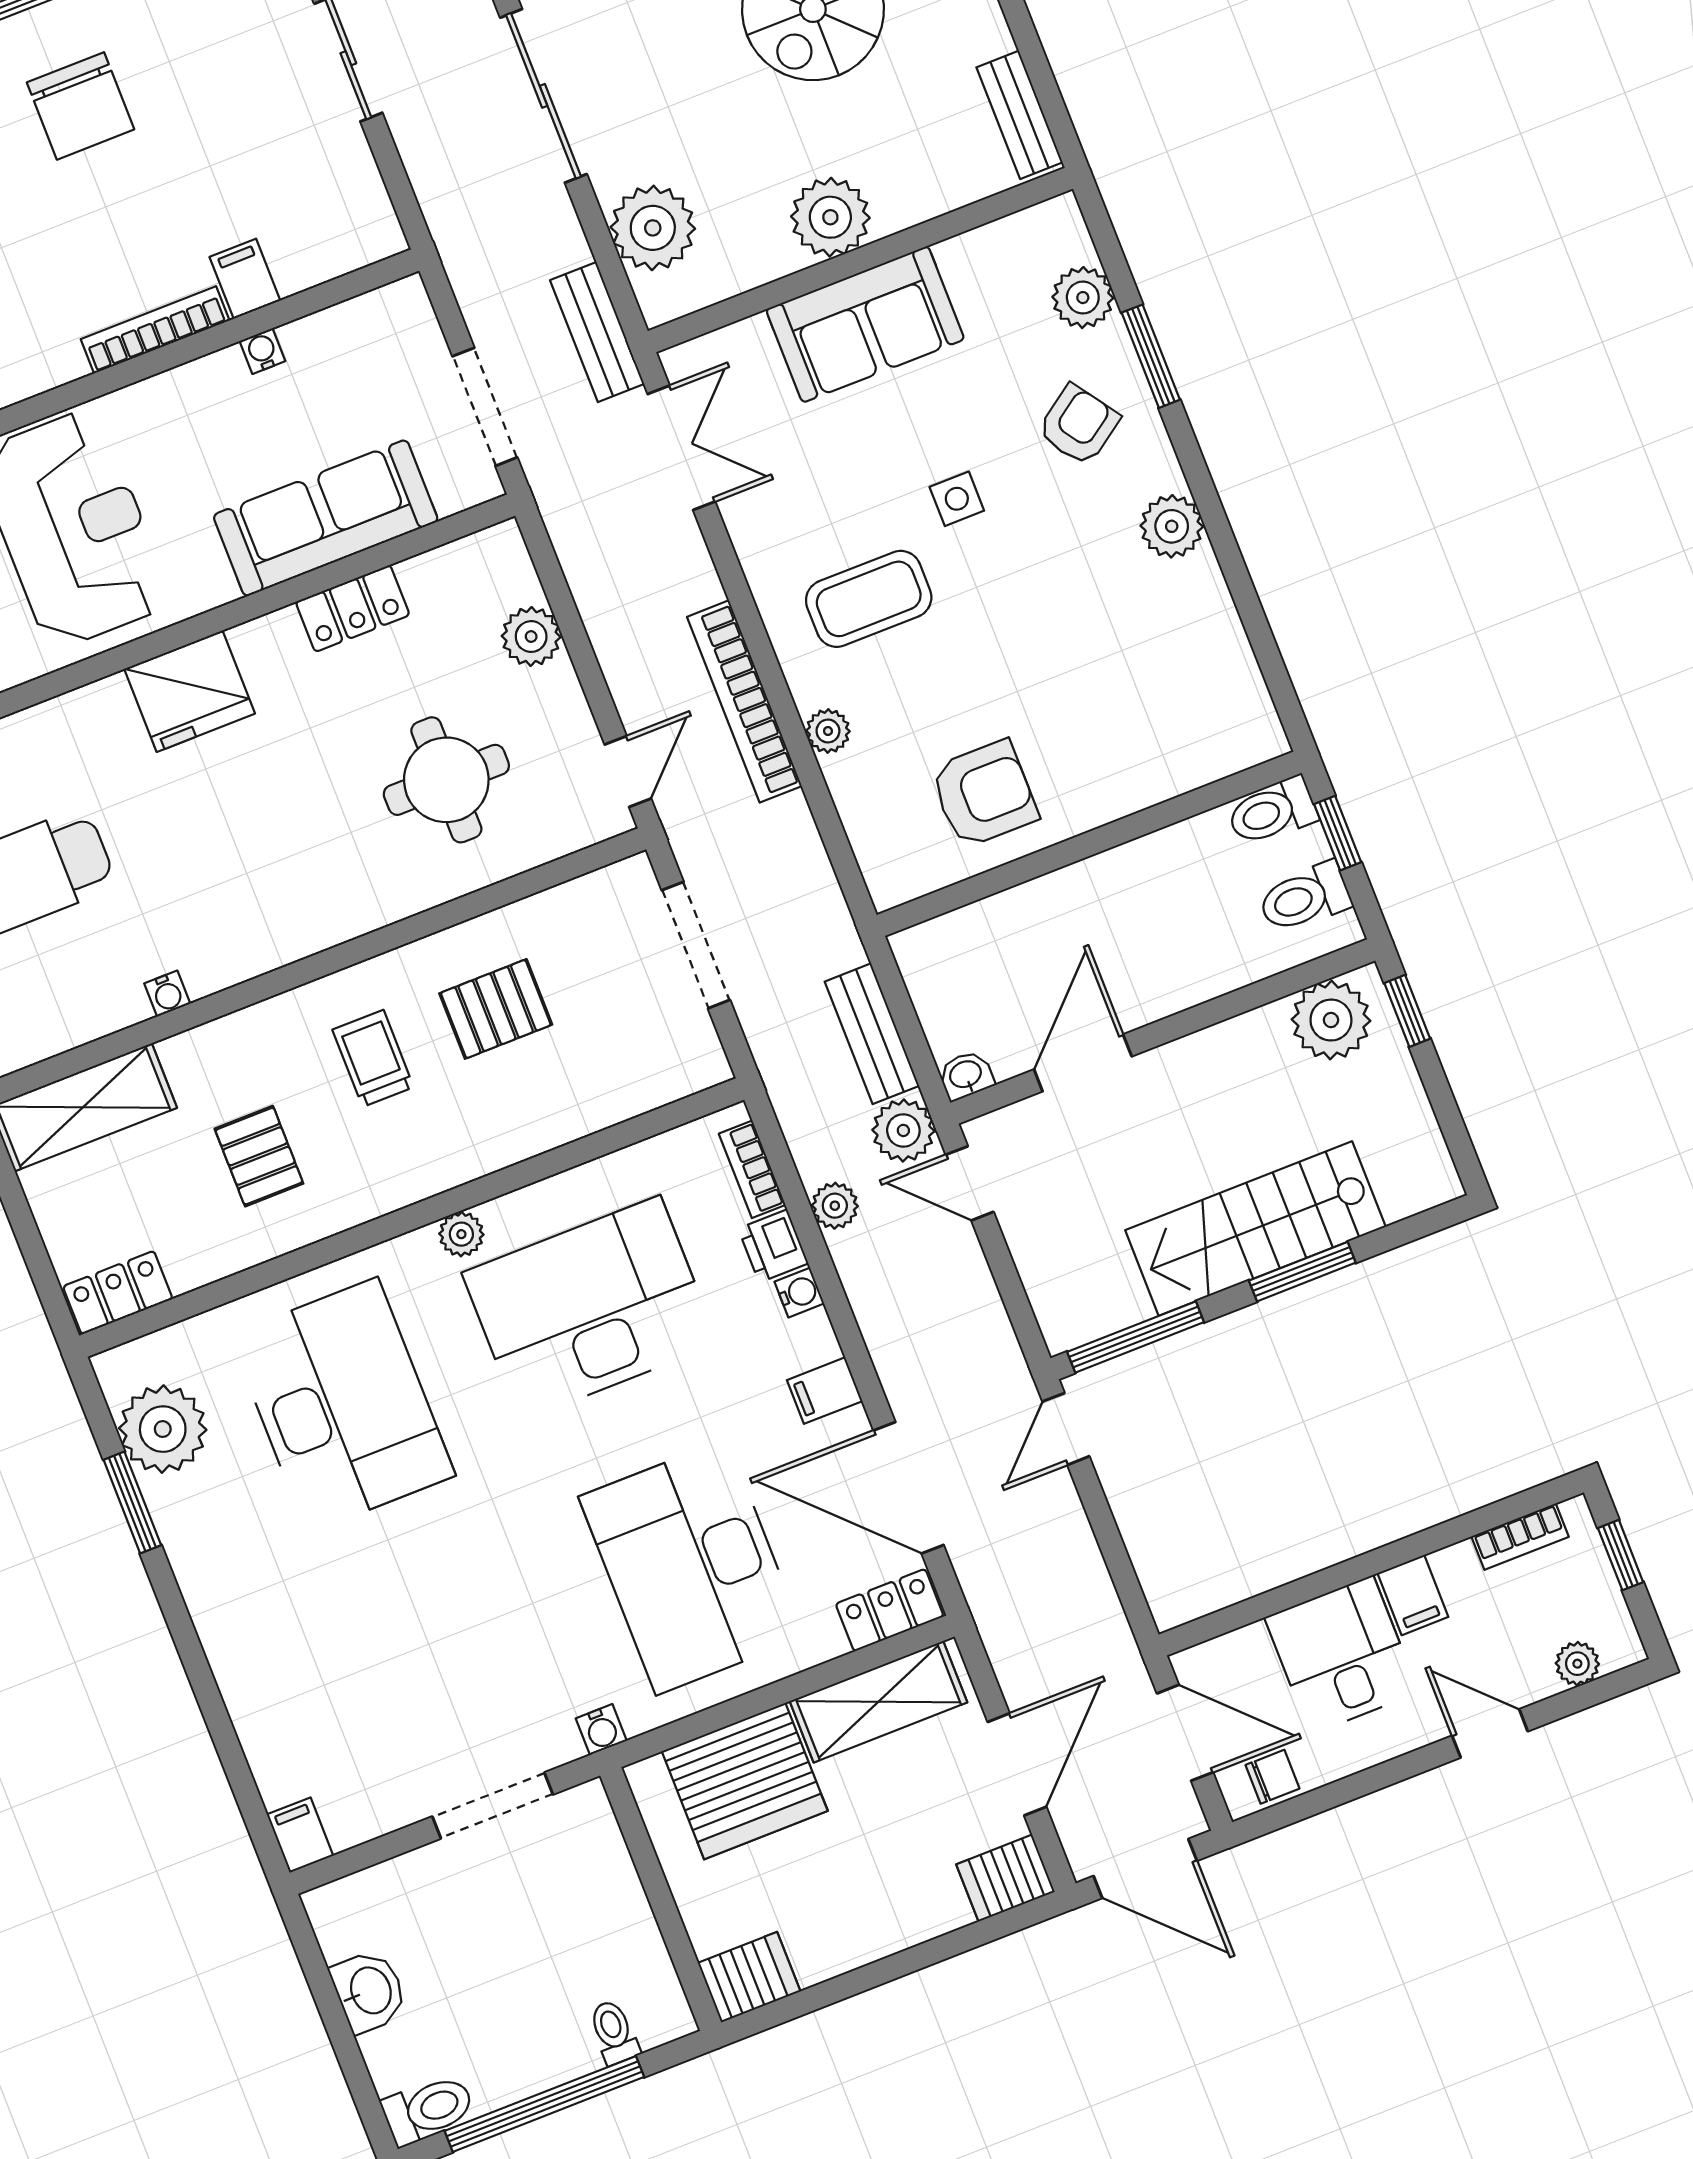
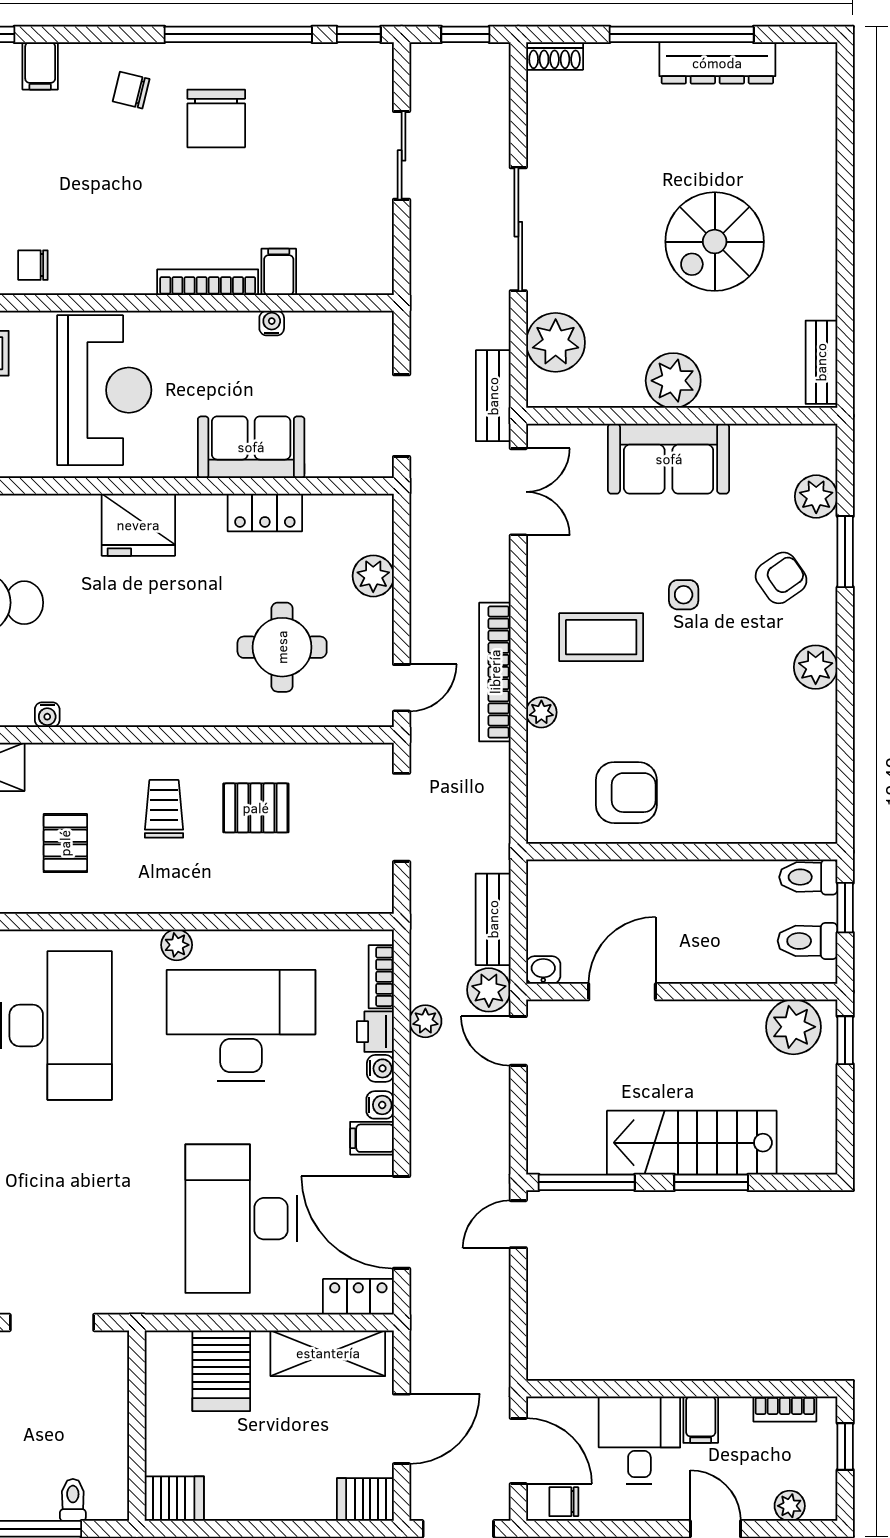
sofa: (326, 518) -> (251, 447), width x0.73
water cooler: (601, 1730) -> (380, 1105), moved, turned -90
chair: (1273, 1777) -> (564, 1502), turned 180
server rack: (745, 1781) -> (221, 1371), width x0.62

